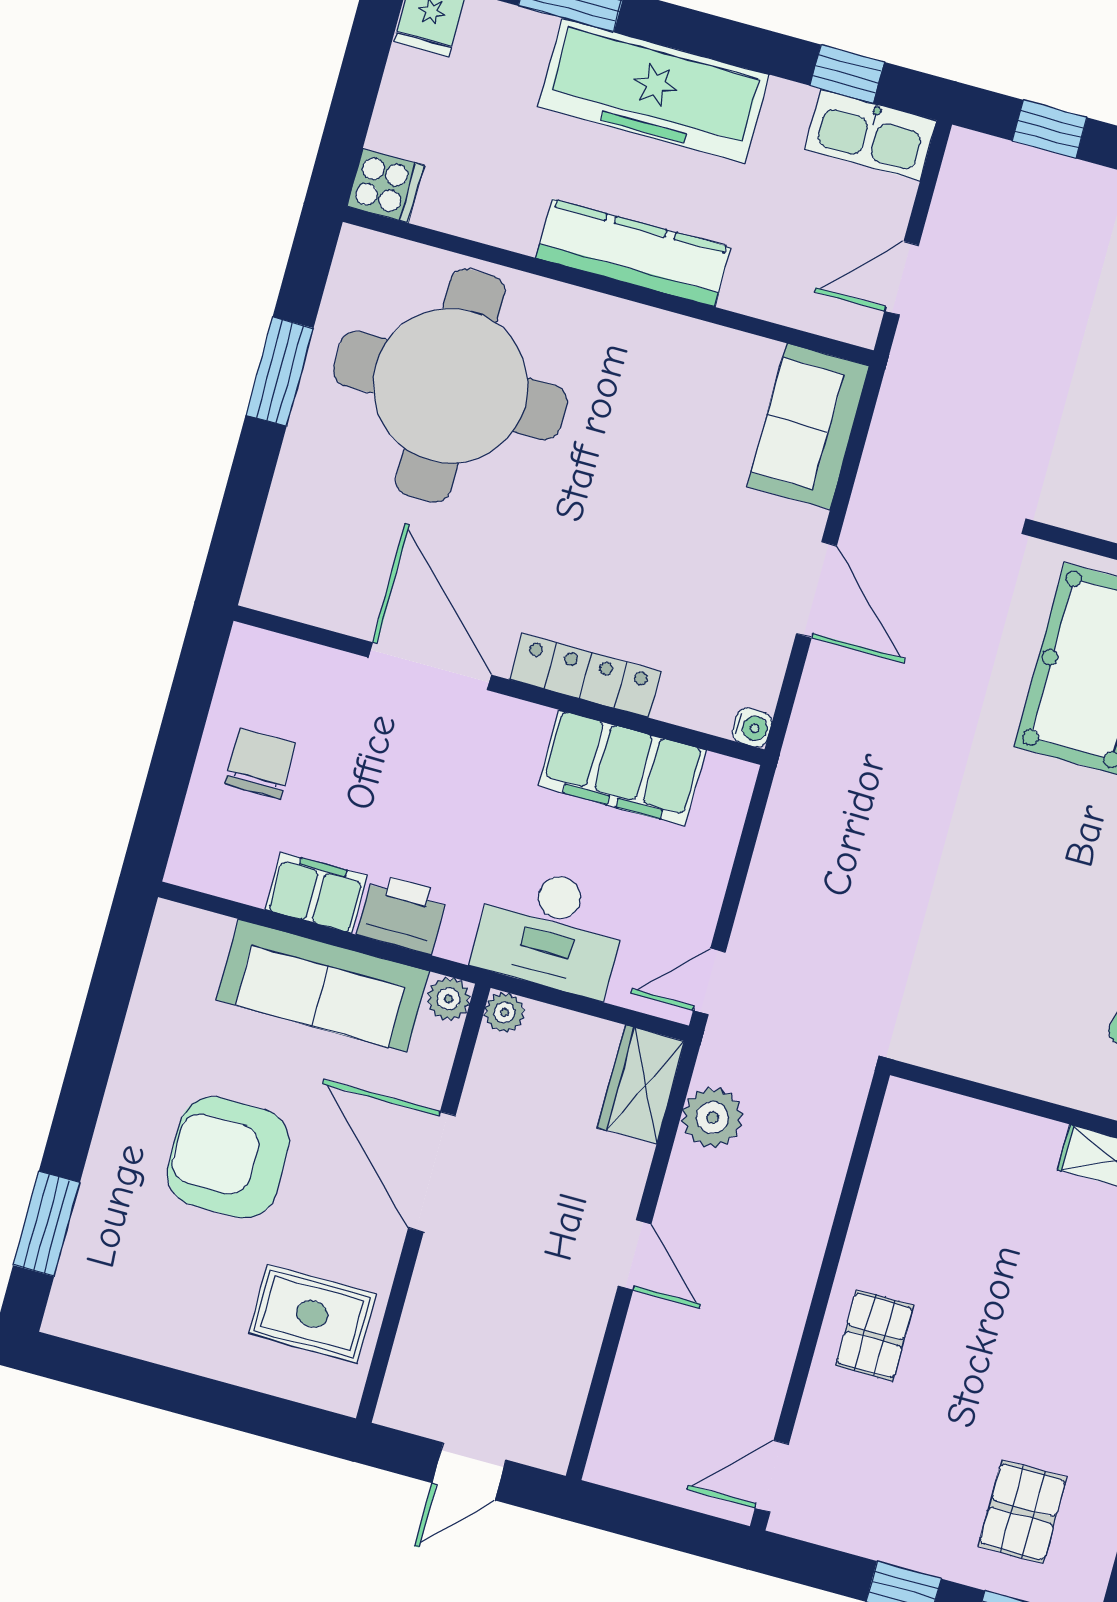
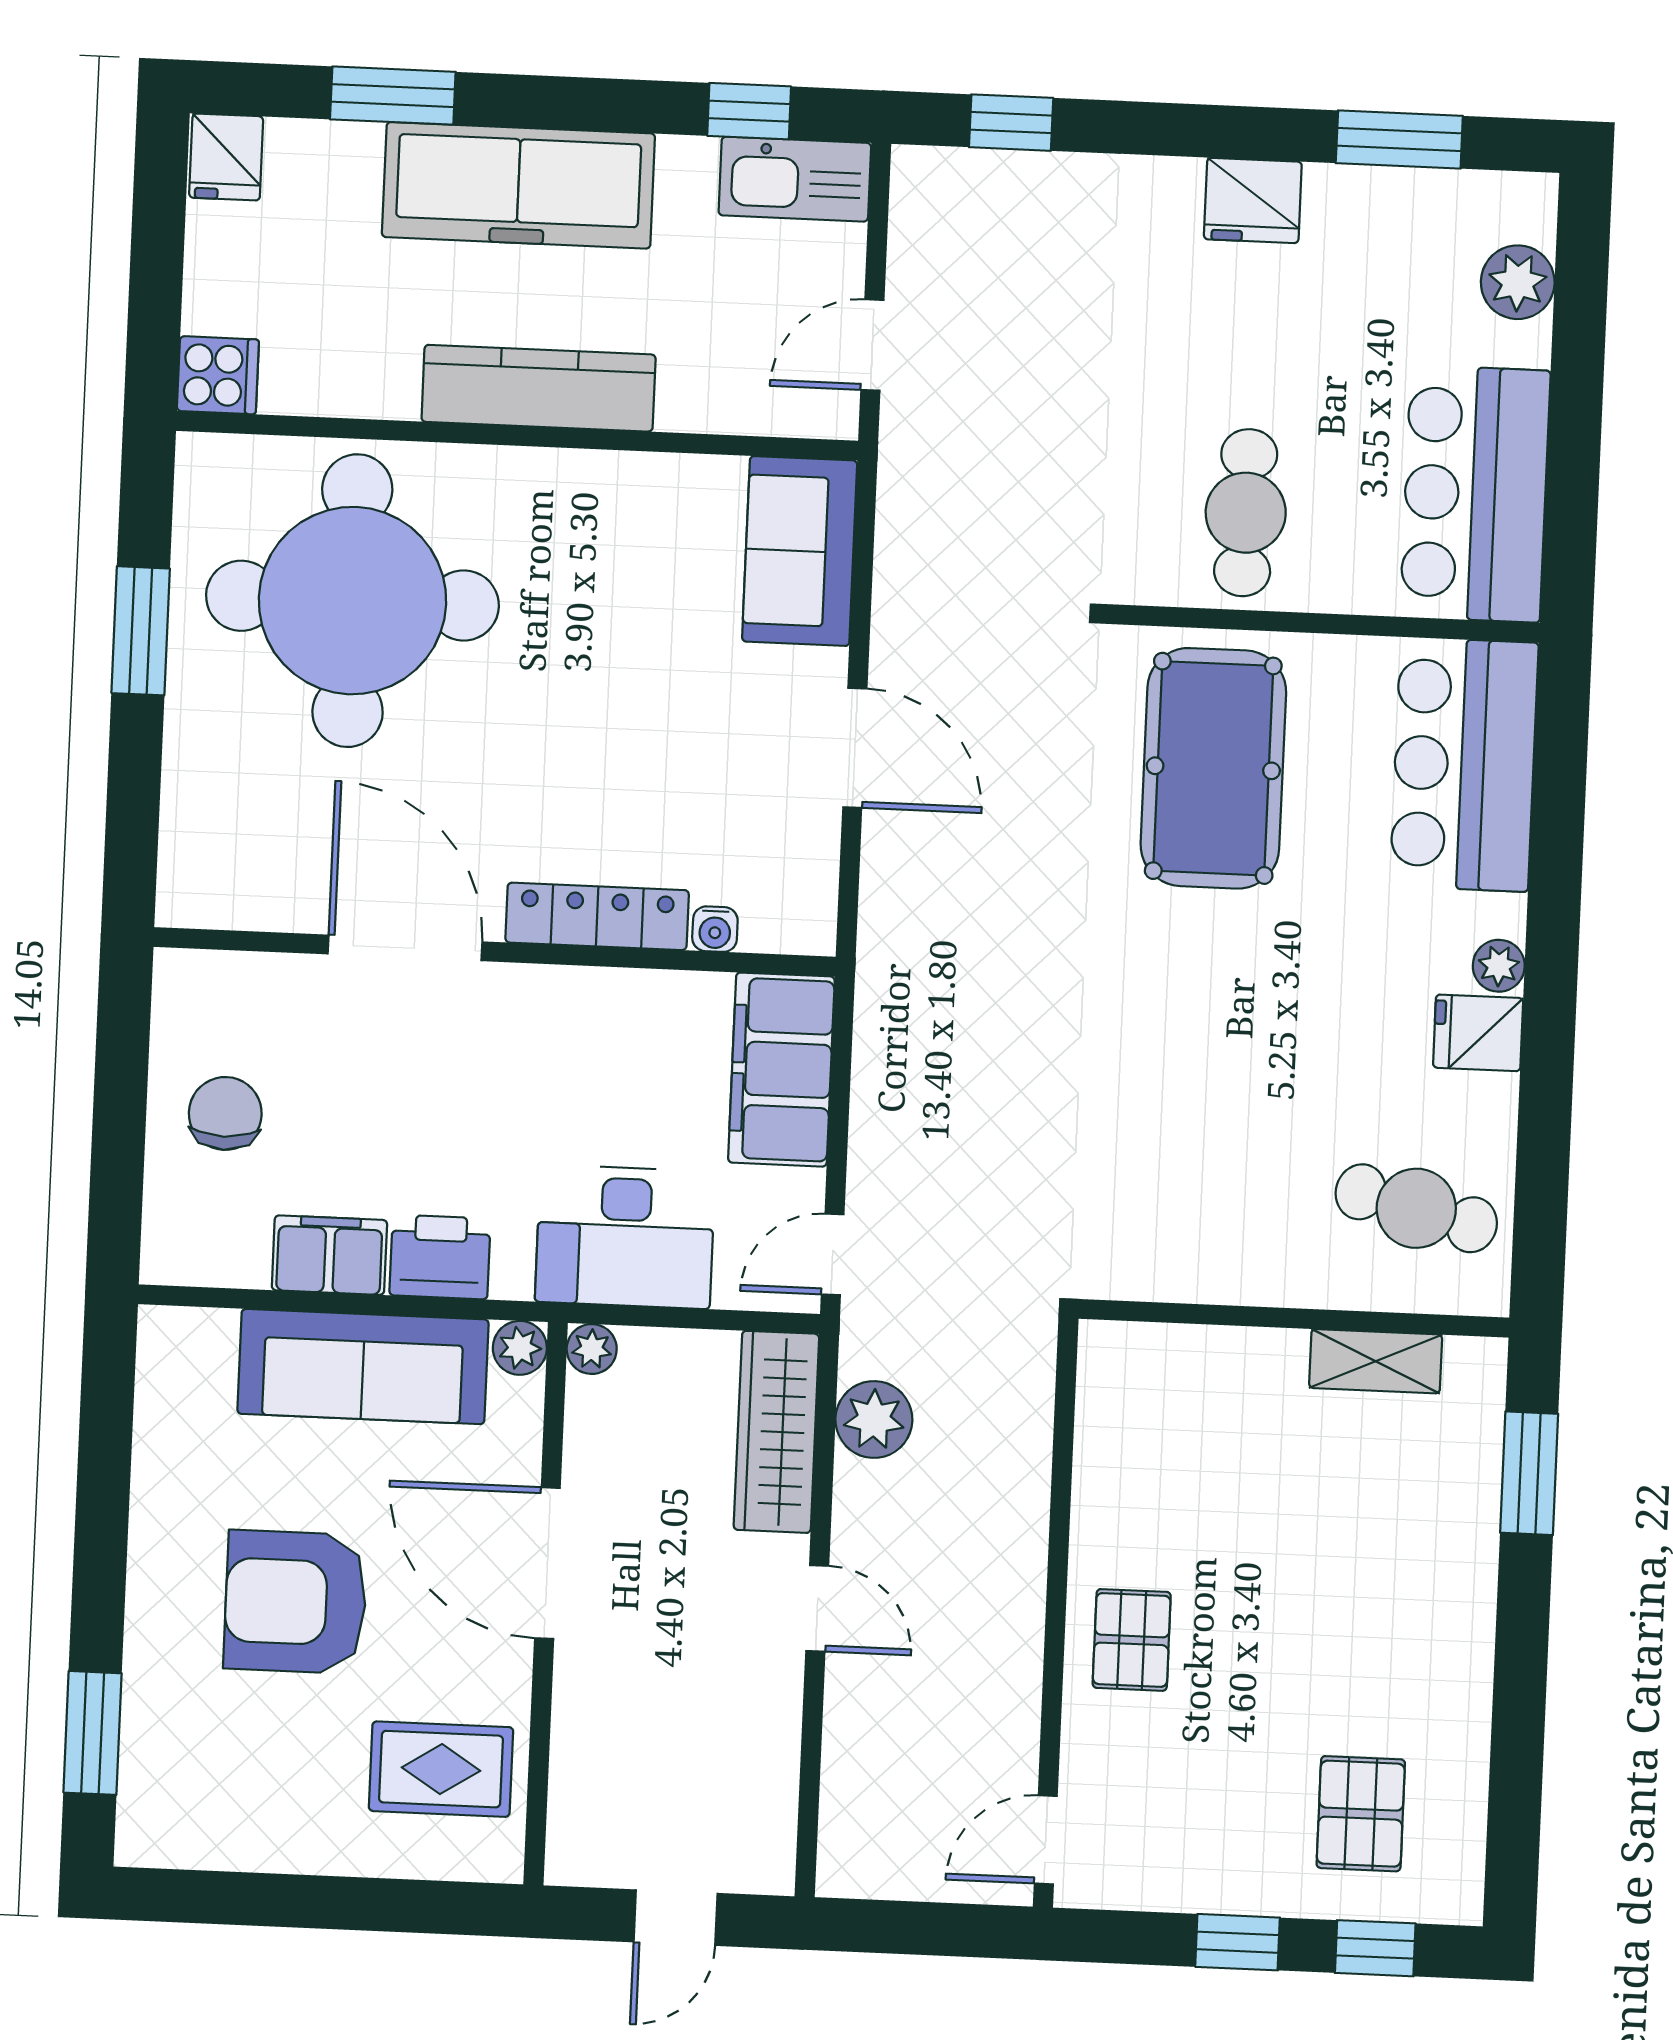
water cooler: (752, 727) -> (715, 929), moved, turned 90
filing cabinet: (622, 768) -> (781, 1070), moved, turned 90
wardrobe: (641, 1084) -> (776, 1432), width x1.50

